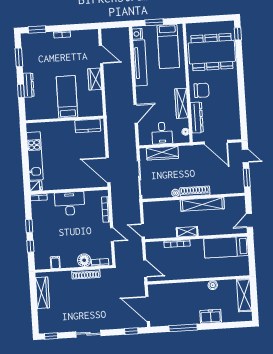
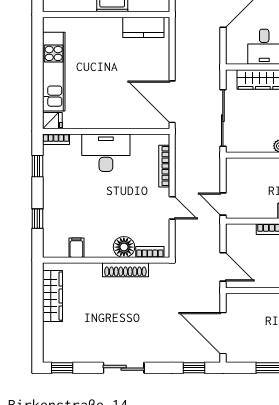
window: (29, 226) -> (37, 166), moved

